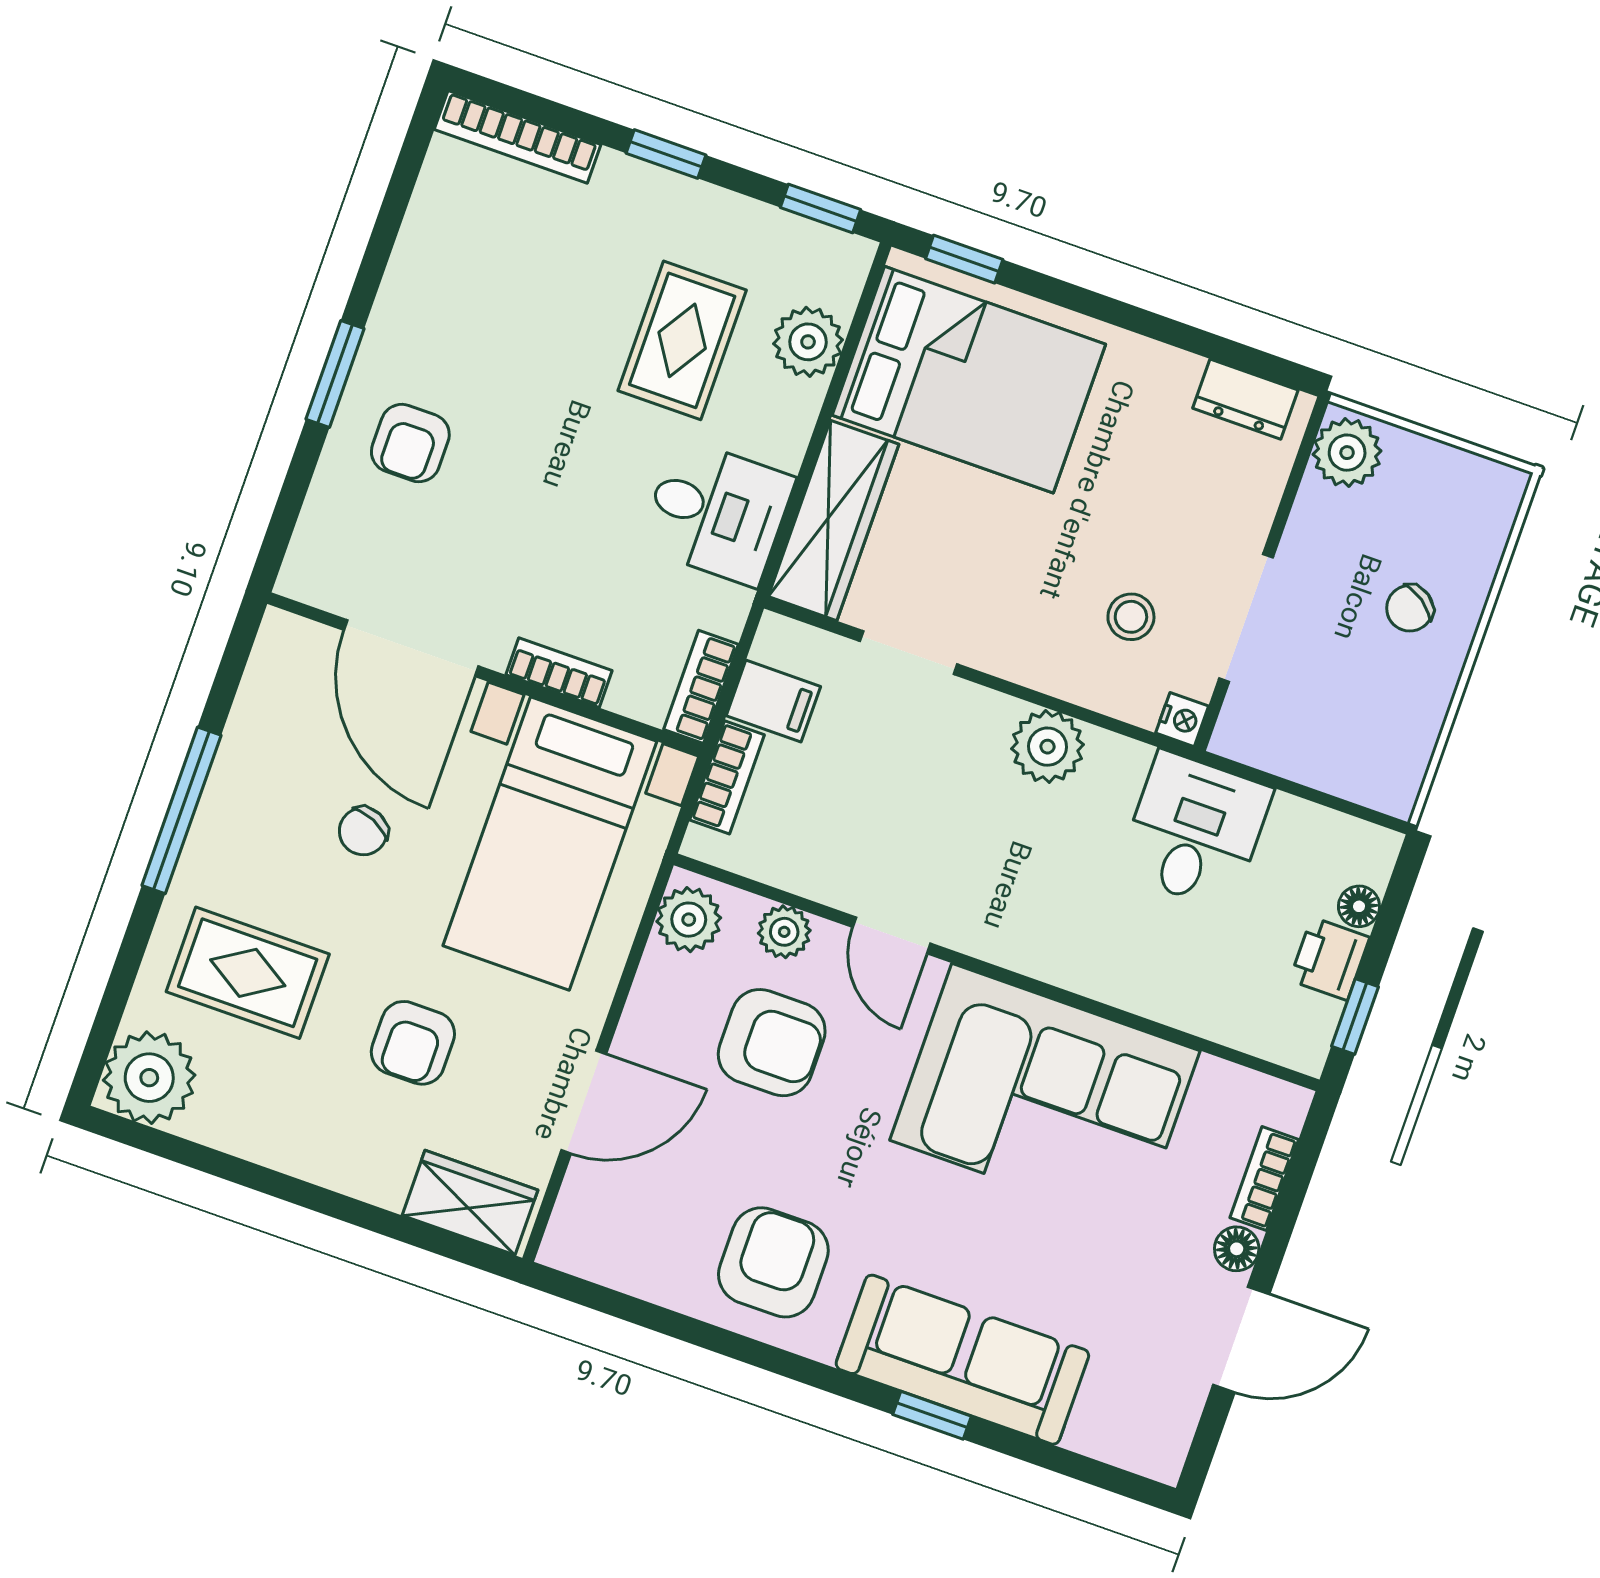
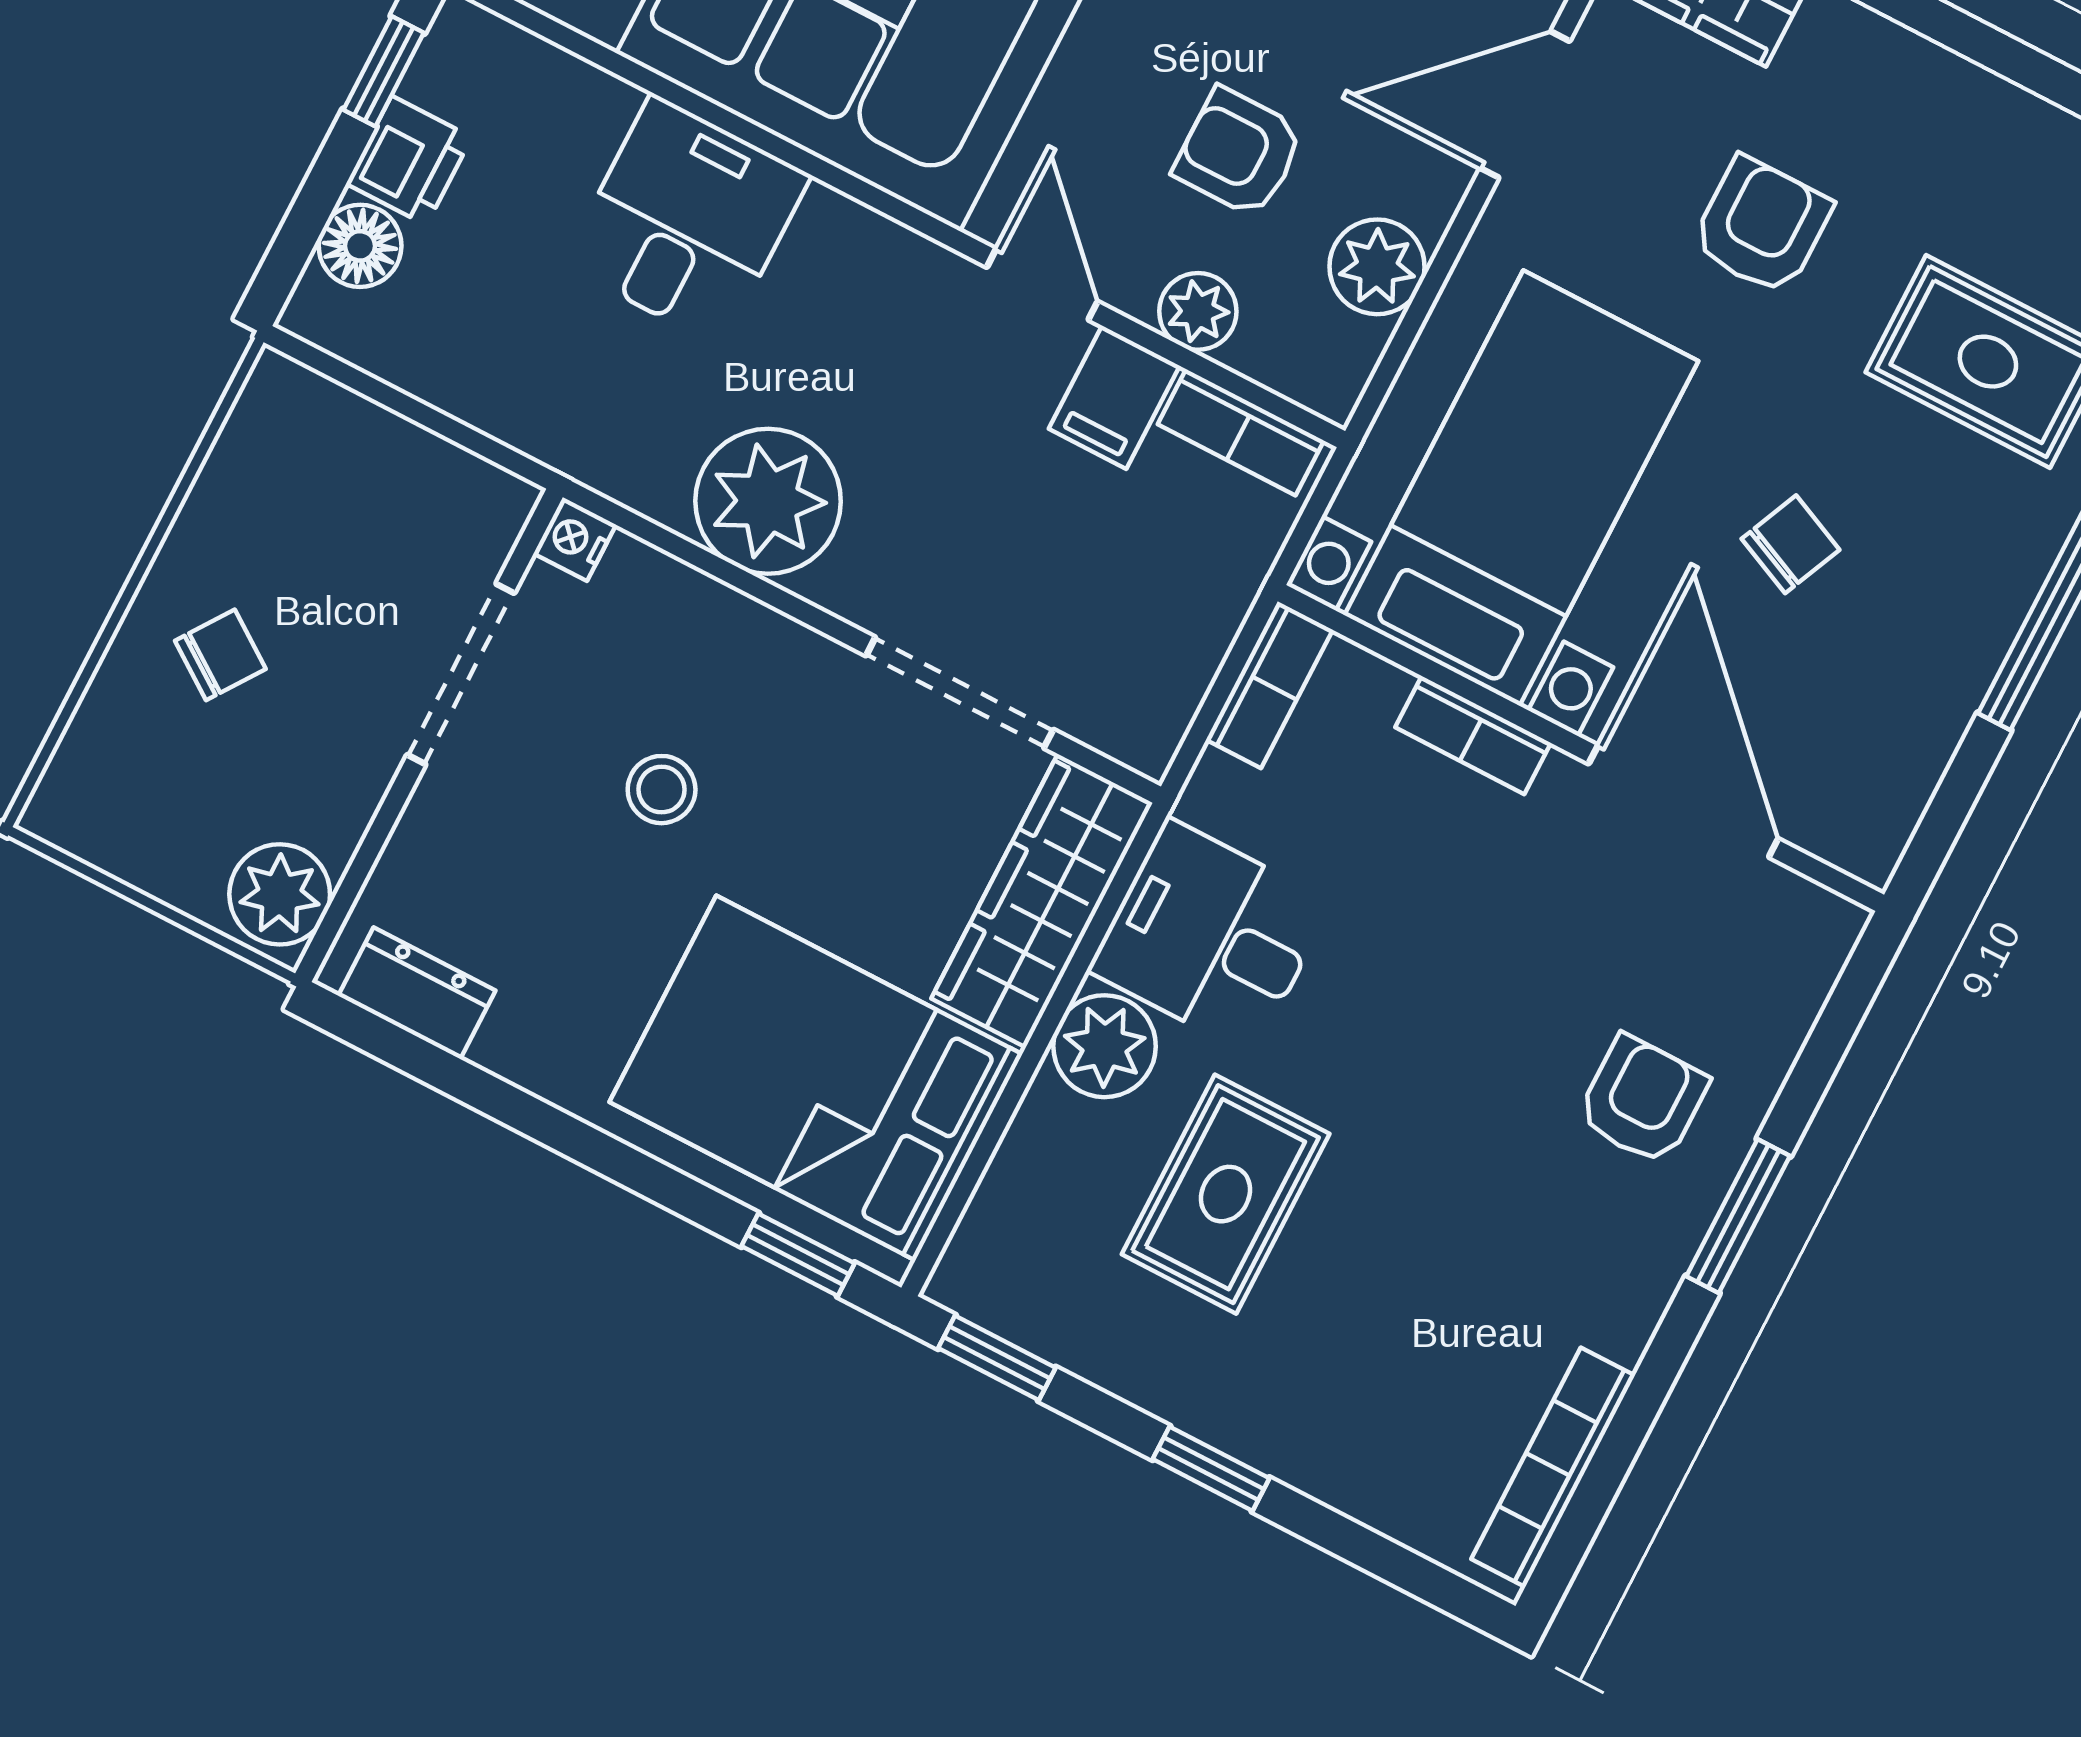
bookcase: (518, 137) -> (1553, 1467), moved, turned -90
plant: (808, 342) -> (1105, 1046), moved
stool: (1131, 617) -> (662, 790), moved
doorway: (908, 653) -> (960, 693), width x1.38
filing cabinet: (773, 701) -> (1114, 397), moved, turned -90
plant: (1048, 747) -> (768, 501), width x1.36, depth x1.36
bookcase: (727, 777) -> (1241, 432), moved, turned -90
desk: (1195, 831) -> (687, 220), moved, turned 180
floor lamp: (1359, 906) -> (360, 246), width x1.37, depth x1.37
plant: (689, 920) -> (1377, 267), moved
armchair: (772, 1043) -> (1239, 153), width x0.72, depth x0.72

